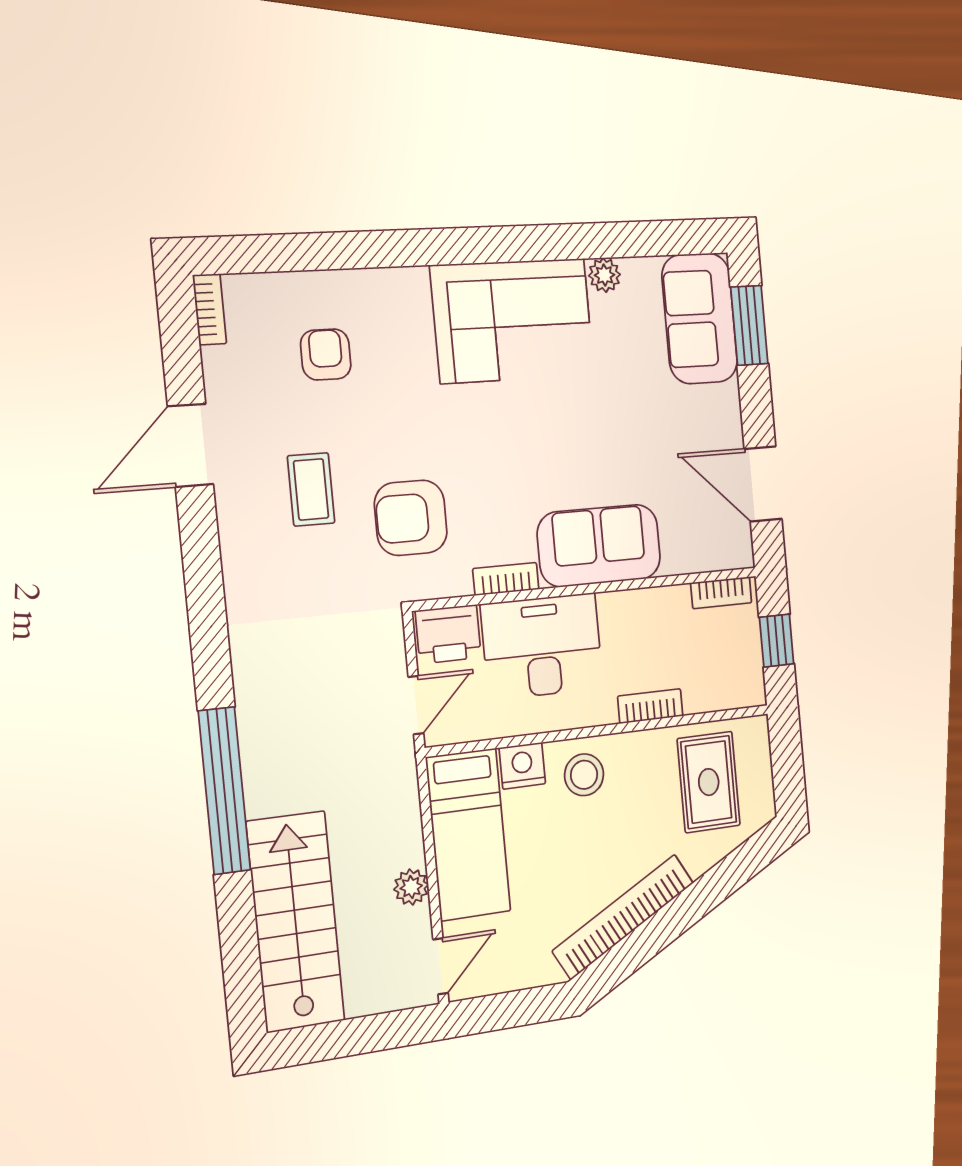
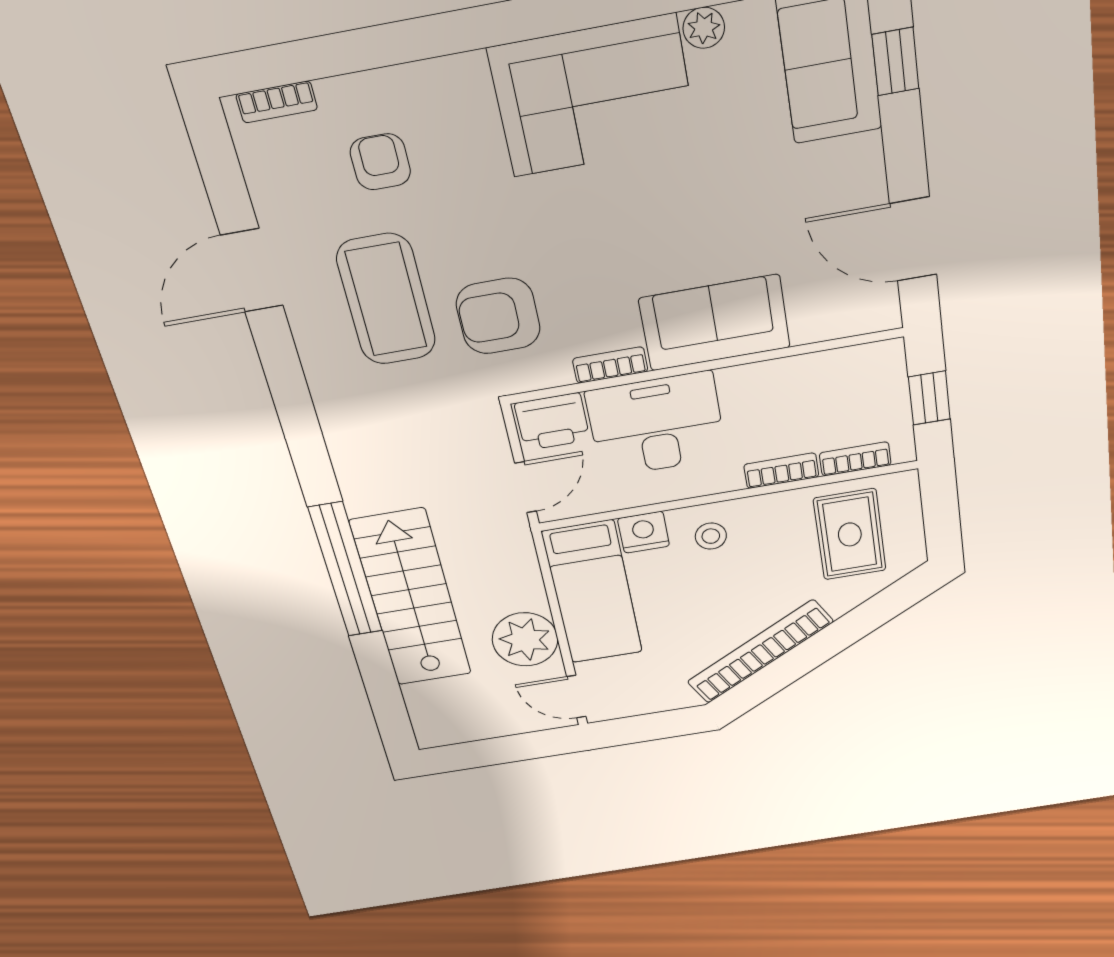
bookcase: (210, 309) -> (277, 102), moved, turned 90
window: (749, 325) -> (895, 62), width x0.67
coffee table: (311, 489) -> (386, 300), width x1.86, depth x1.72
bookcase: (721, 593) -> (855, 459), moved, turned 180
stool: (584, 775) -> (711, 536), width x0.73, depth x0.73
plant: (411, 887) -> (525, 639), width x1.87, depth x1.87
stairs: (295, 922) -> (411, 598), moved
door: (441, 966) -> (576, 697), swing flipped

